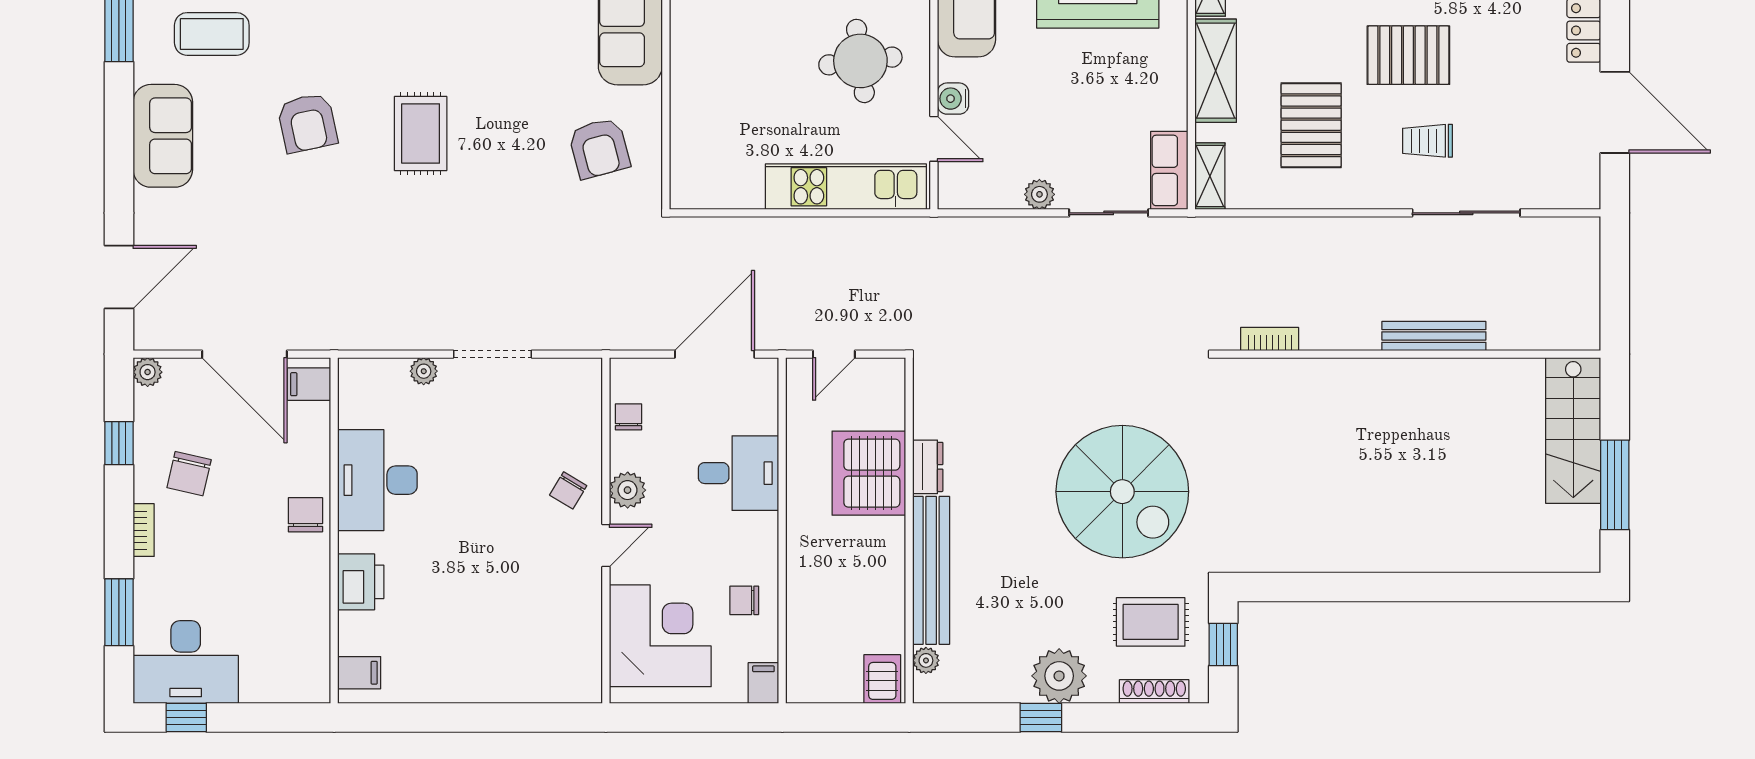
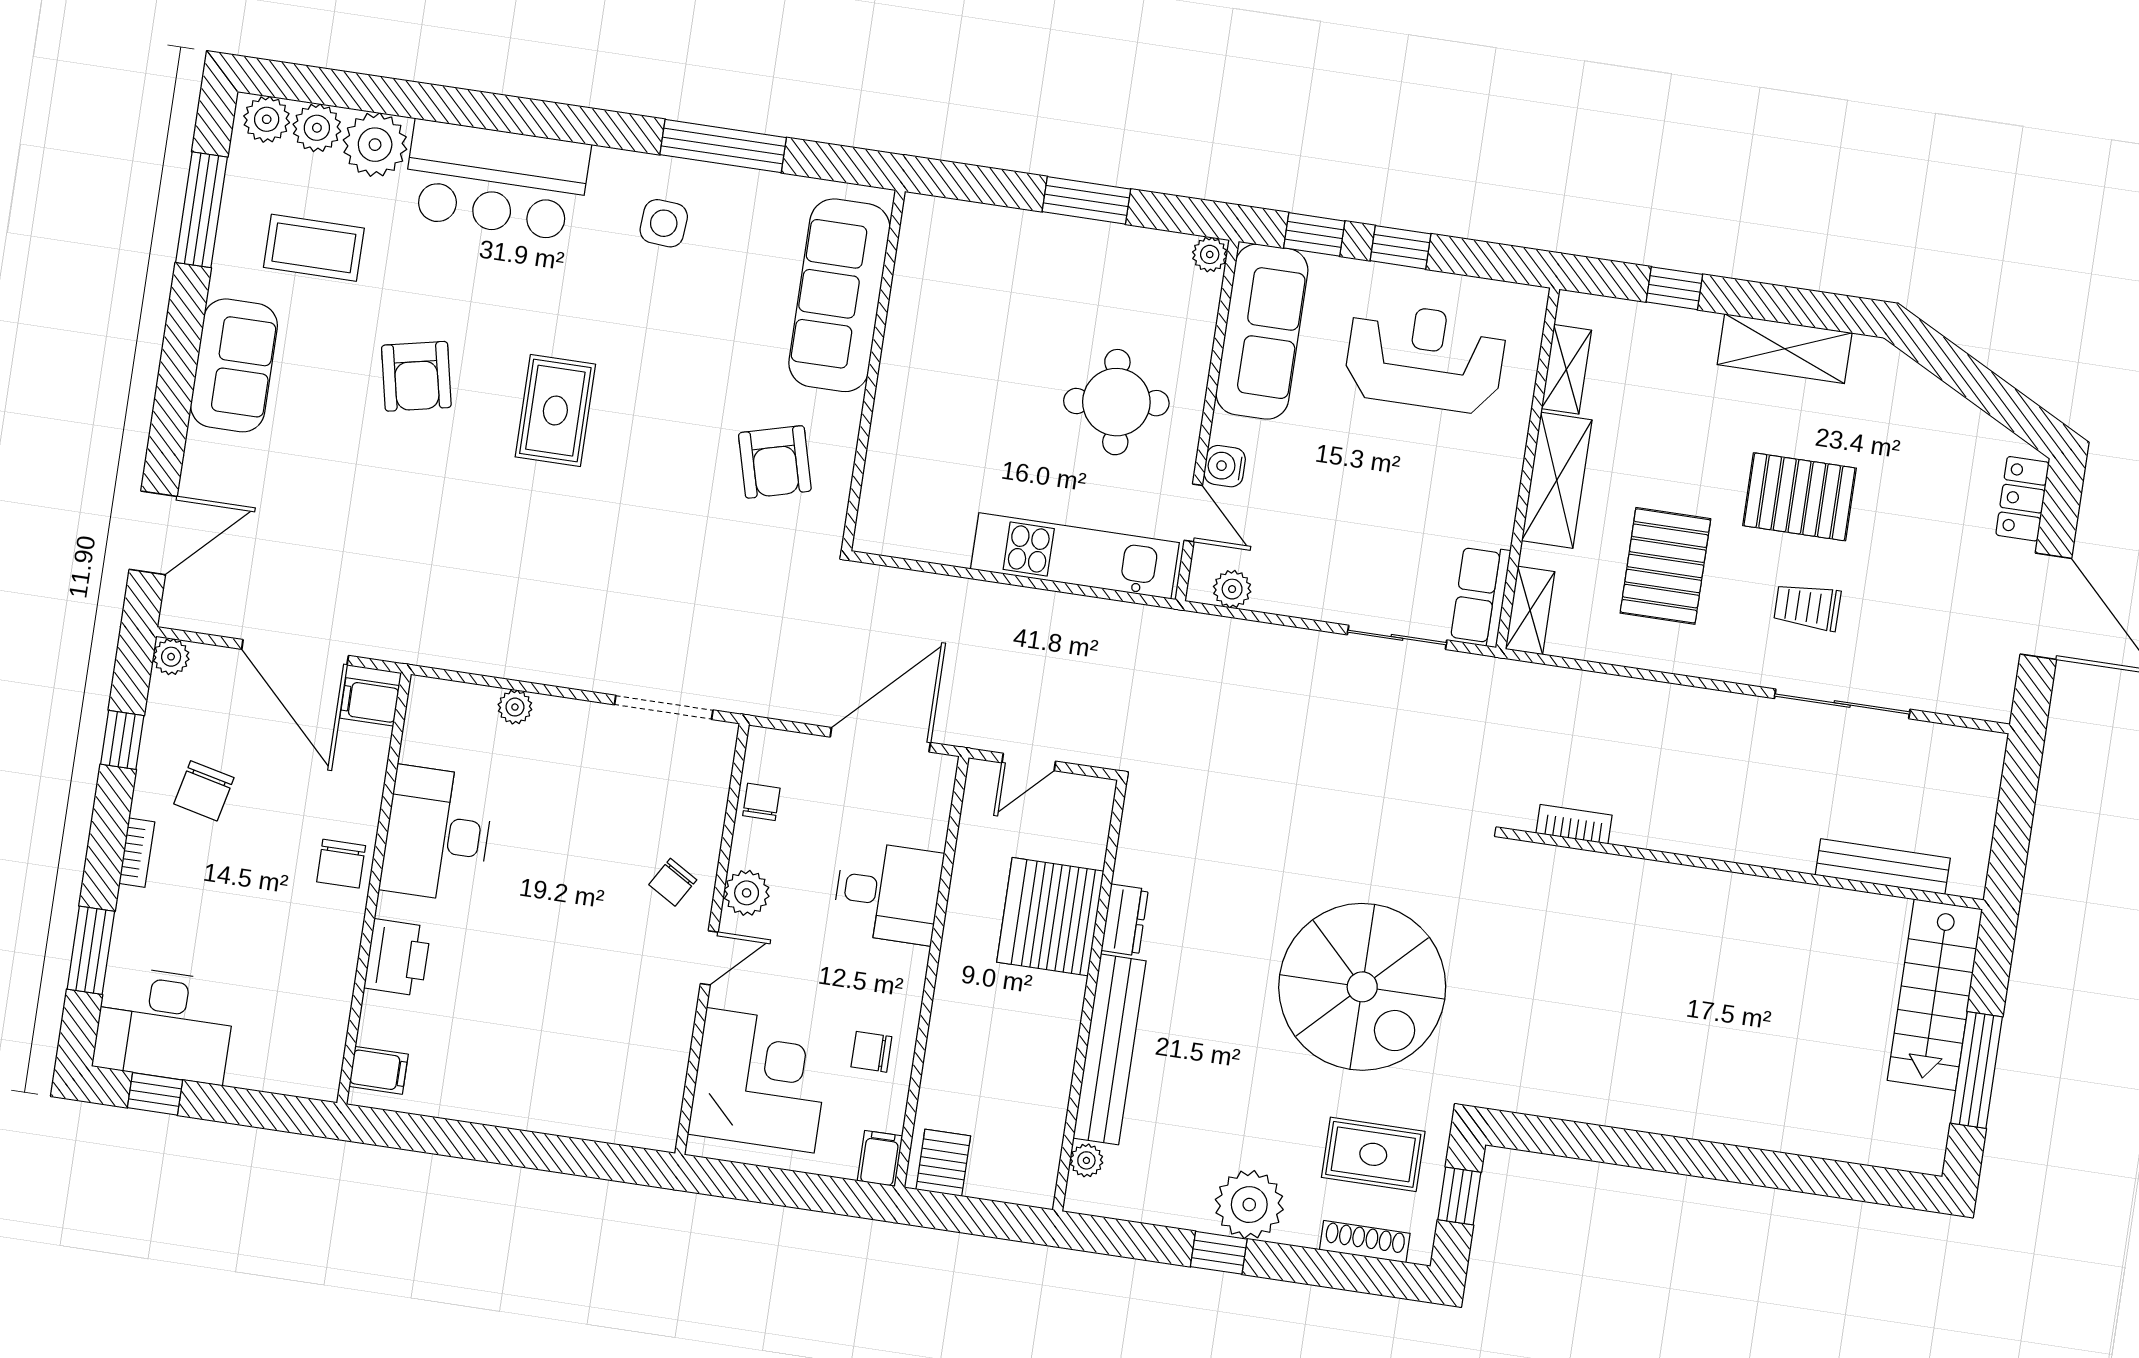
plant: (1039, 194) -> (1232, 589), moved
bench: (1434, 336) -> (1883, 867), moved
doorway: (493, 354) -> (664, 707), moved
chair: (305, 515) -> (341, 864), turned 180
server rack: (882, 679) -> (943, 1163), moved

